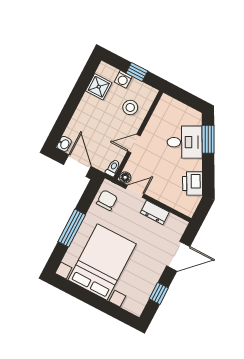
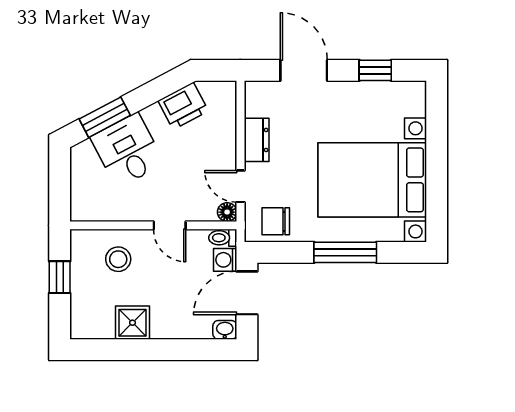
washing machine: (123, 79) -> (225, 260), moved, turned 180
shower: (99, 87) -> (132, 323), moved

